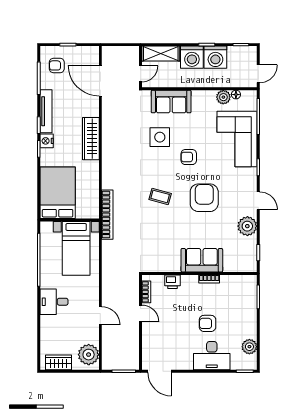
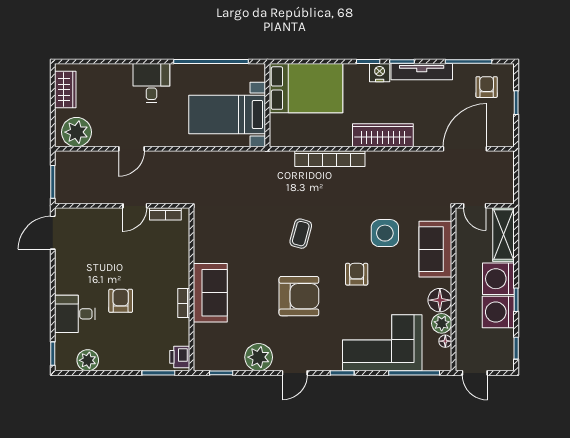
floor lamp: (207, 98) -> (440, 300), added
bookcase: (107, 215) -> (330, 159), moved
printer: (172, 282) -> (180, 357), moved
desk: (212, 356) -> (75, 314), width x0.73

